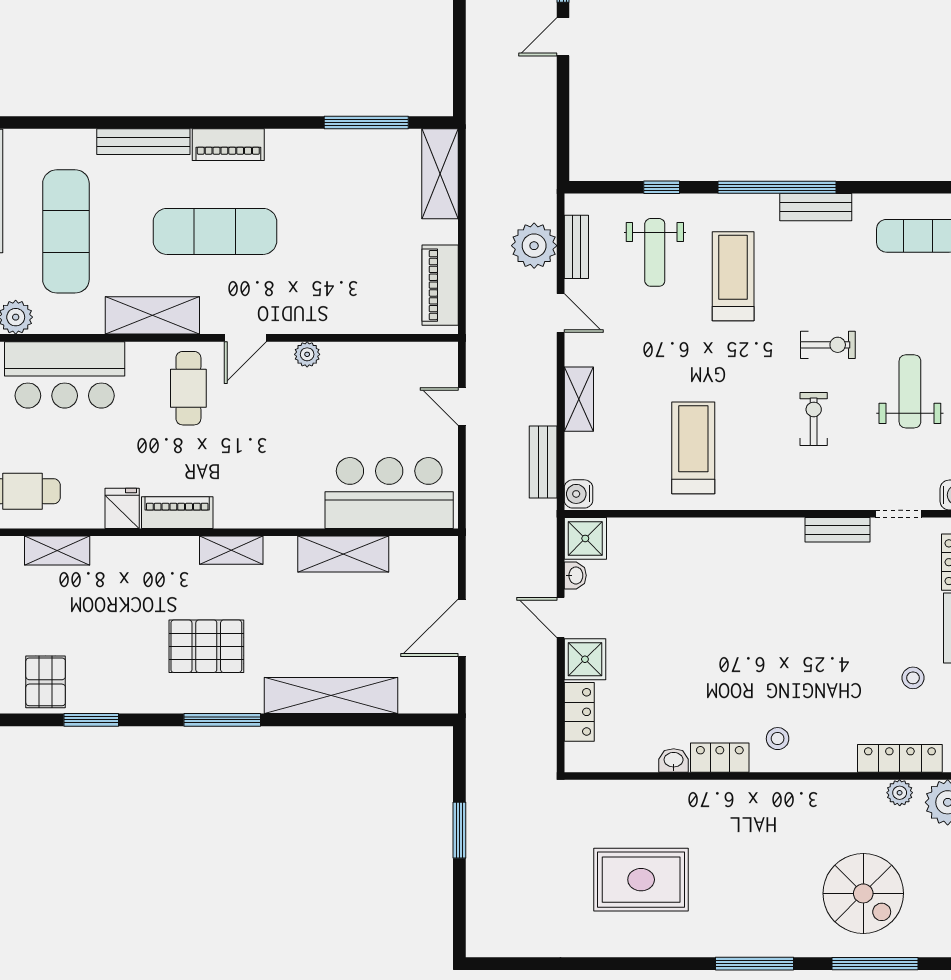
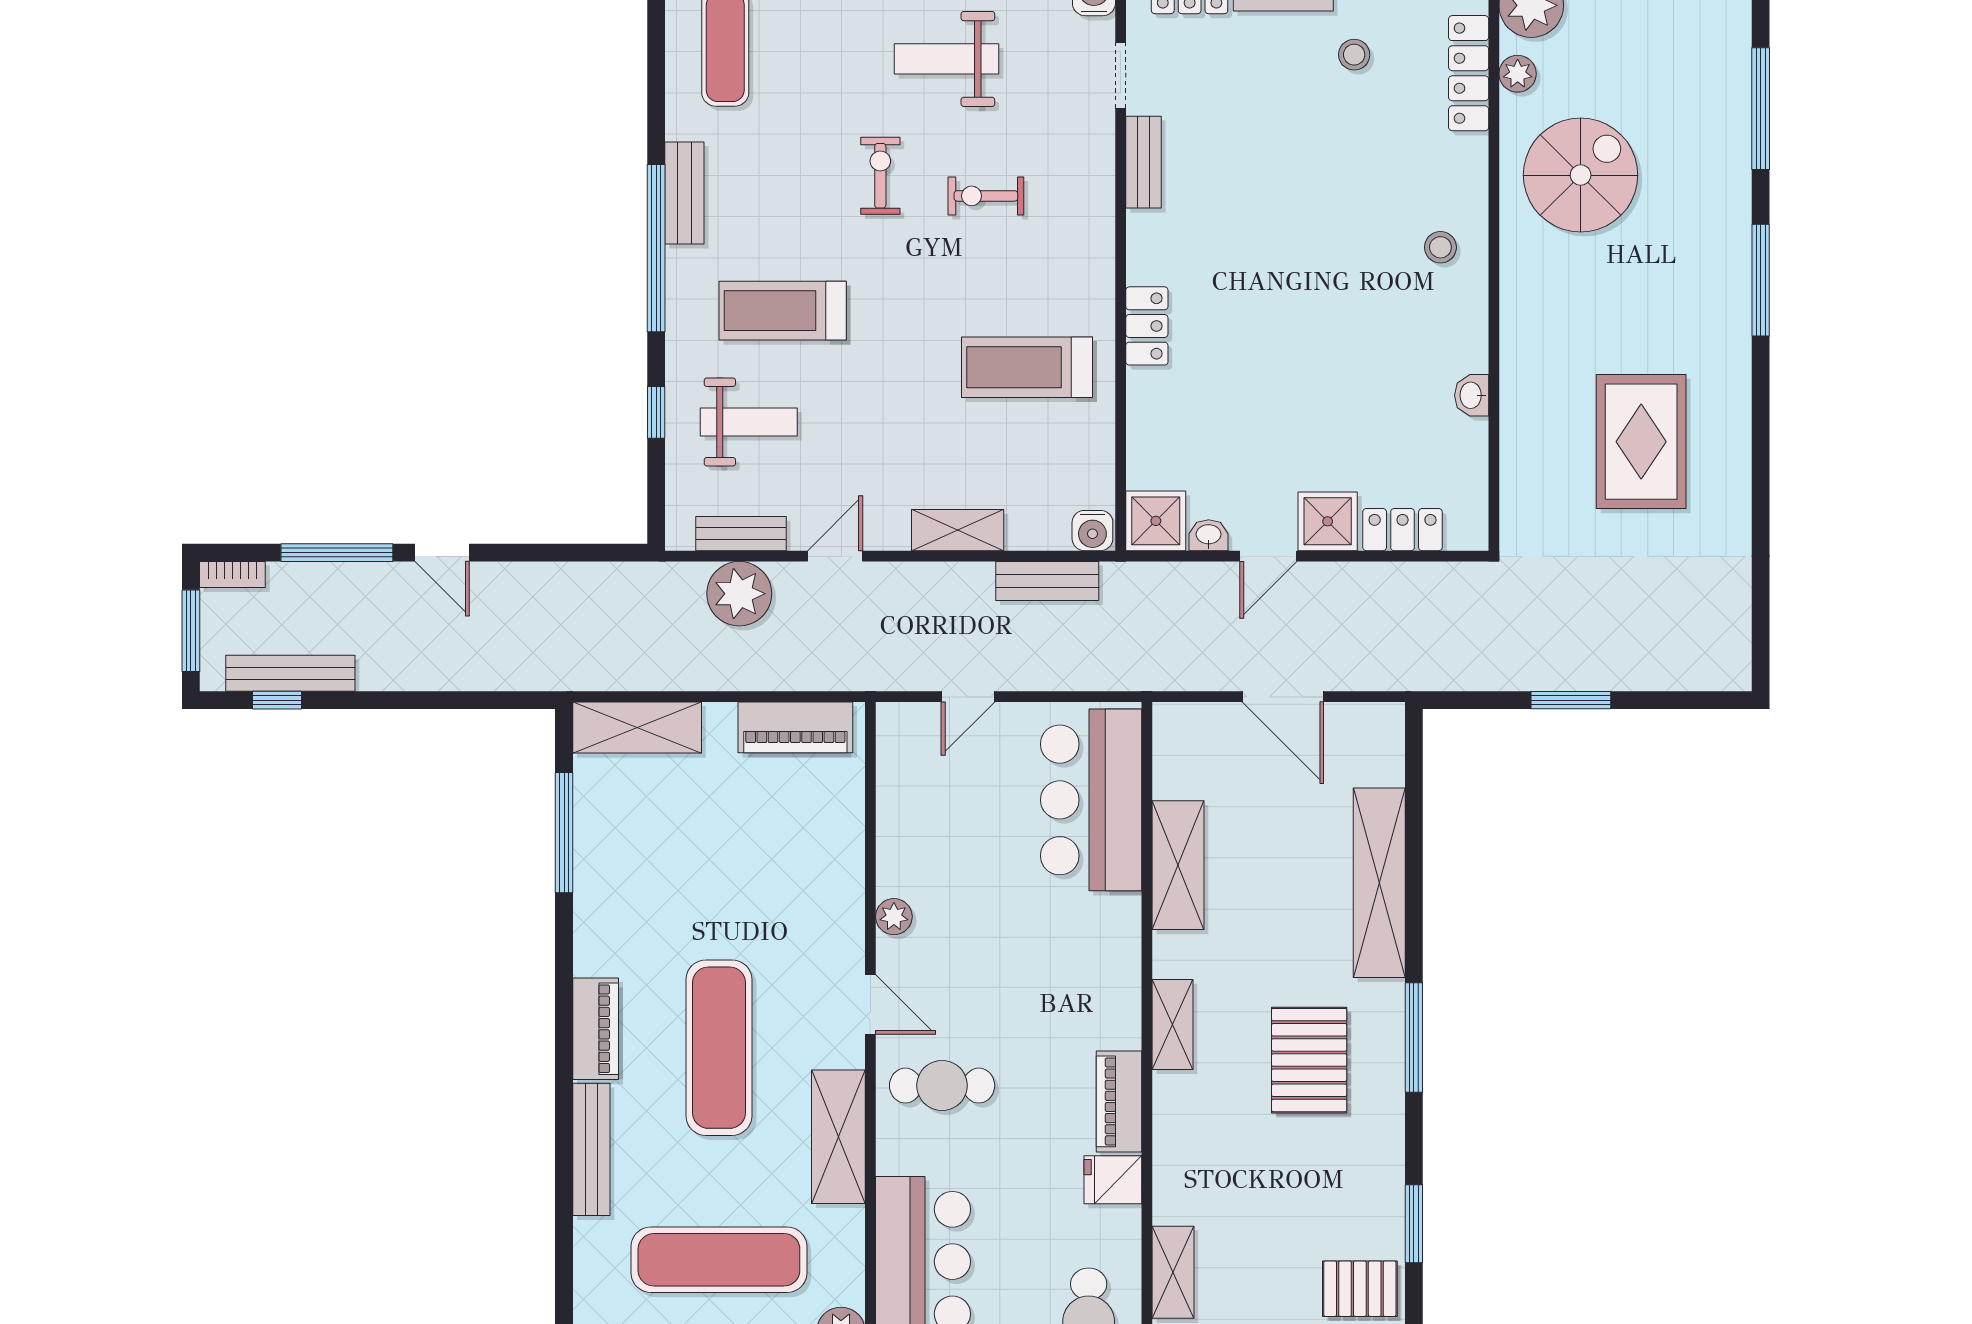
locker: (720, 758) -> (1147, 326), moved, turned 180
spiral stairs: (863, 893) -> (1581, 175), moved

